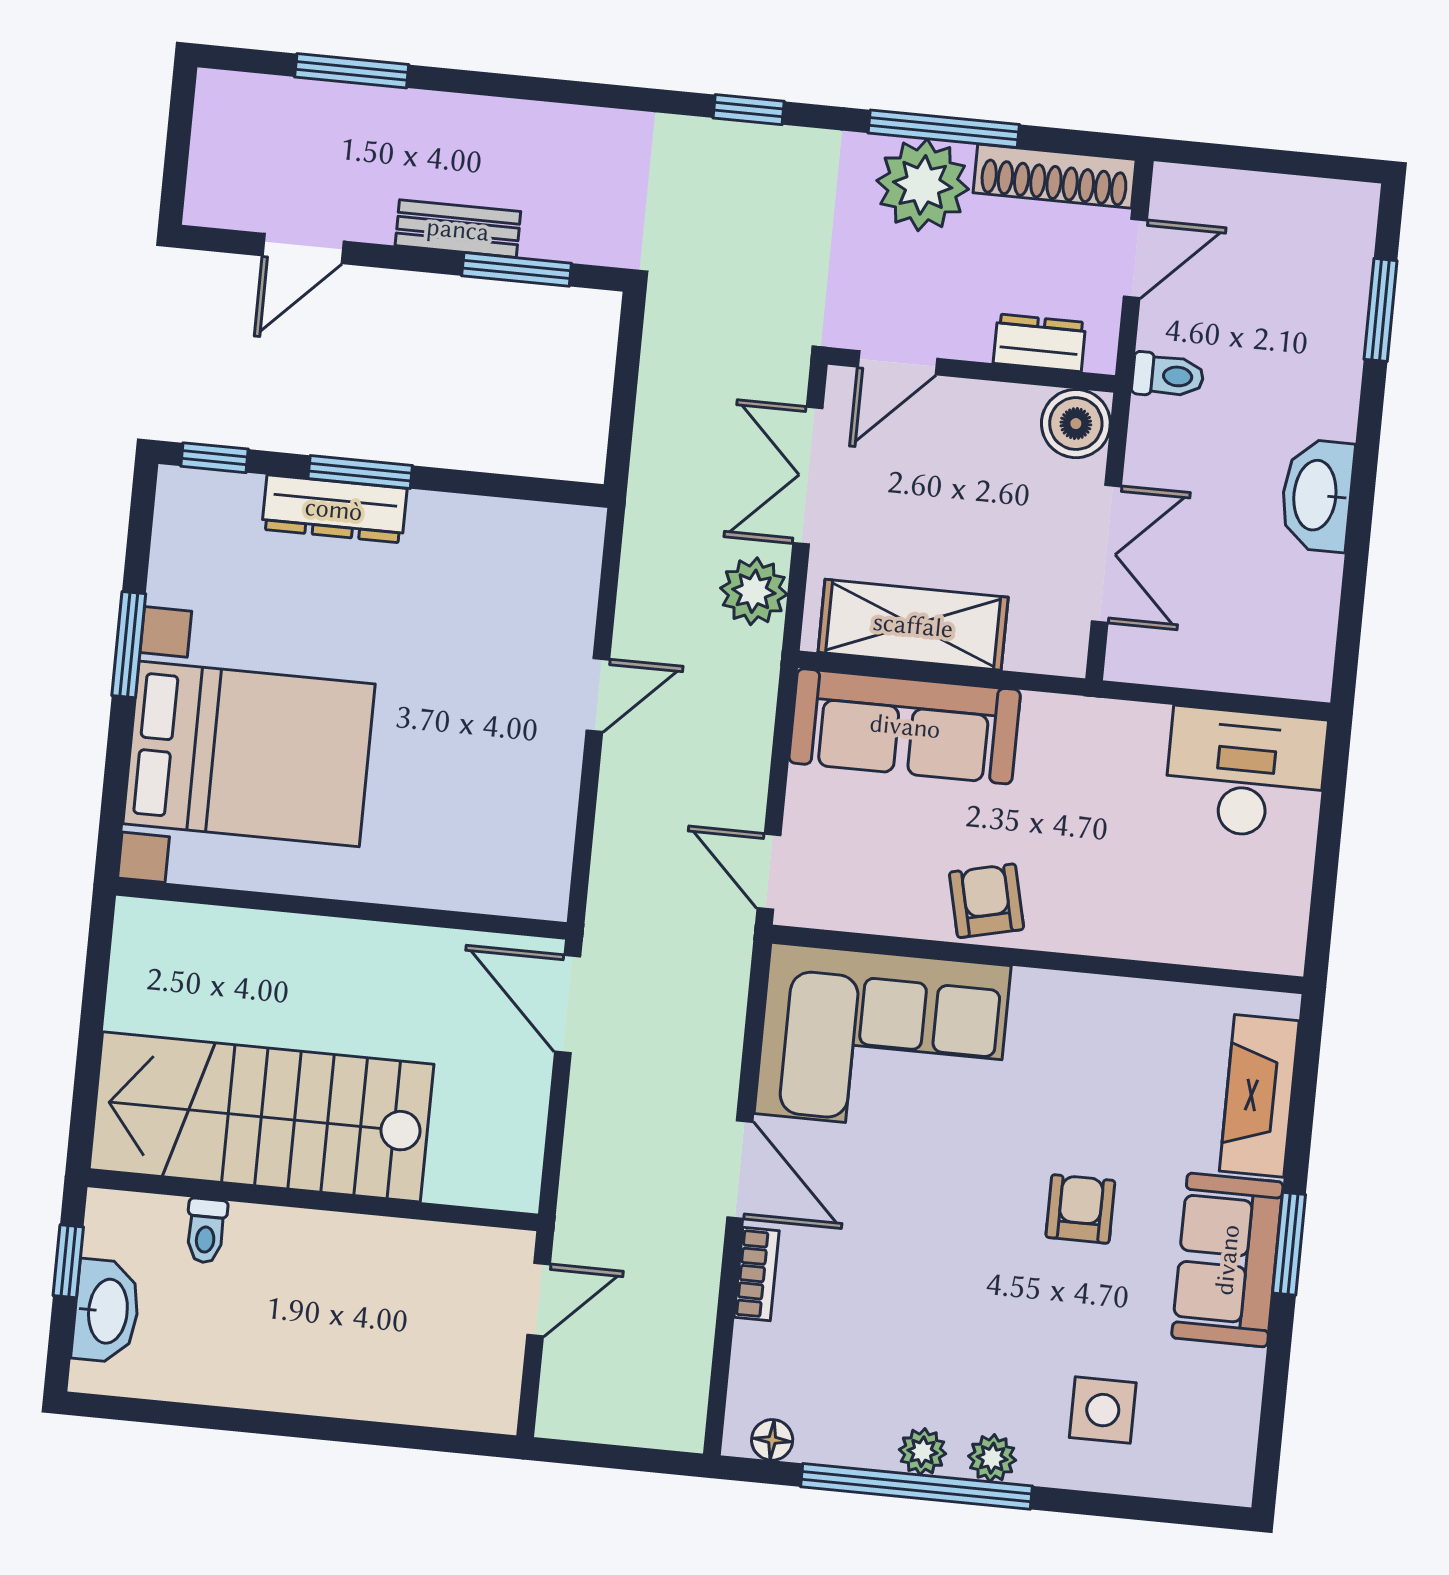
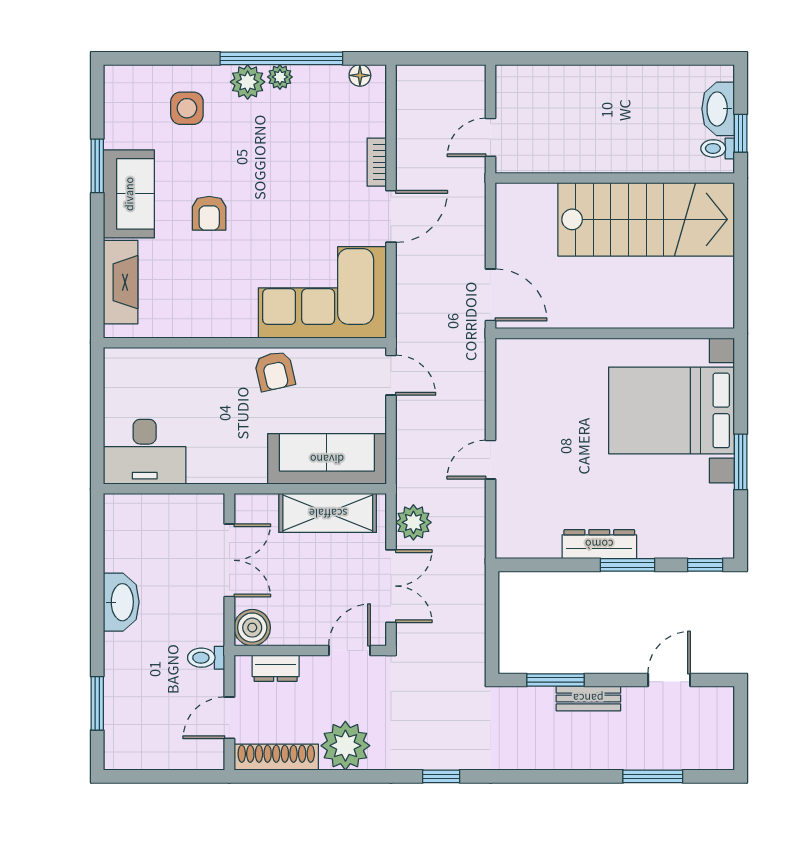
window: (944, 129) -> (337, 776), removed
dresser: (334, 509) -> (599, 544), moved
double door: (1106, 554) -> (229, 560), swing flipped
door: (740, 1169) -> (391, 216), swing flipped
toilet: (206, 1231) -> (718, 148), moved, turned -90
window: (1289, 1244) -> (97, 166), moved
plant: (992, 1458) -> (248, 82), width x1.38, depth x1.38

